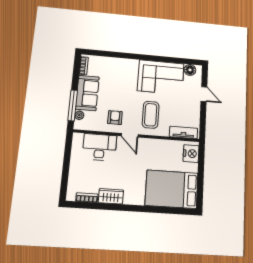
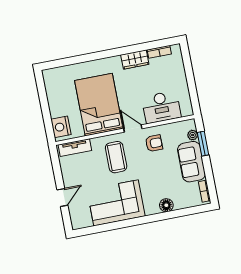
floor lamp: (190, 70) -> (166, 205), moved
door: (204, 94) -> (62, 197), swing flipped
window: (73, 105) -> (203, 144), width x0.69
armchair: (115, 118) -> (154, 143), turned -90
bed: (172, 189) -> (99, 105), moved, turned -90

